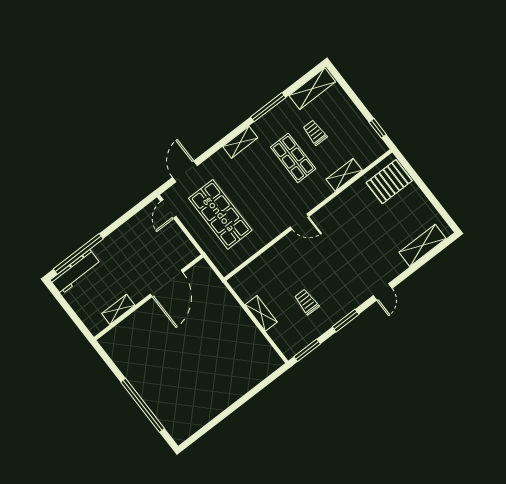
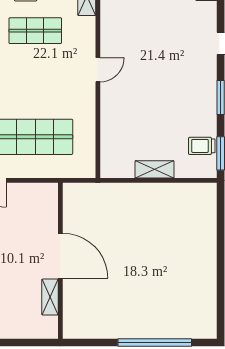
door: (167, 283) -> (60, 256), moved
trolley: (307, 302) -> (202, 146), moved

